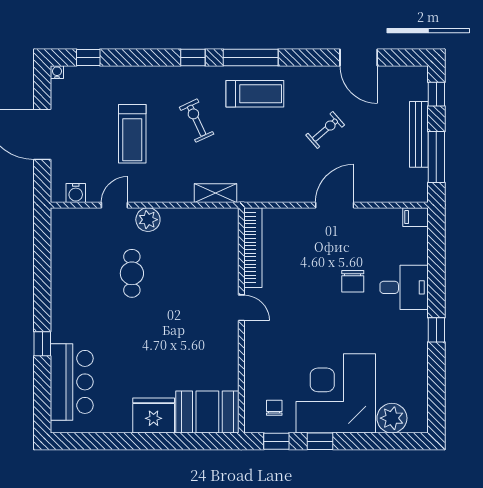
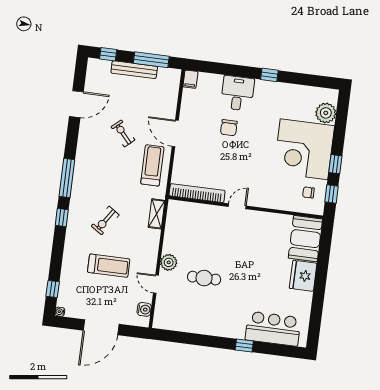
treadmill: (255, 94) -> (152, 165), moved
exercise bike: (197, 121) -> (105, 220), turned -31
chair: (353, 281) -> (229, 128), turned 90

